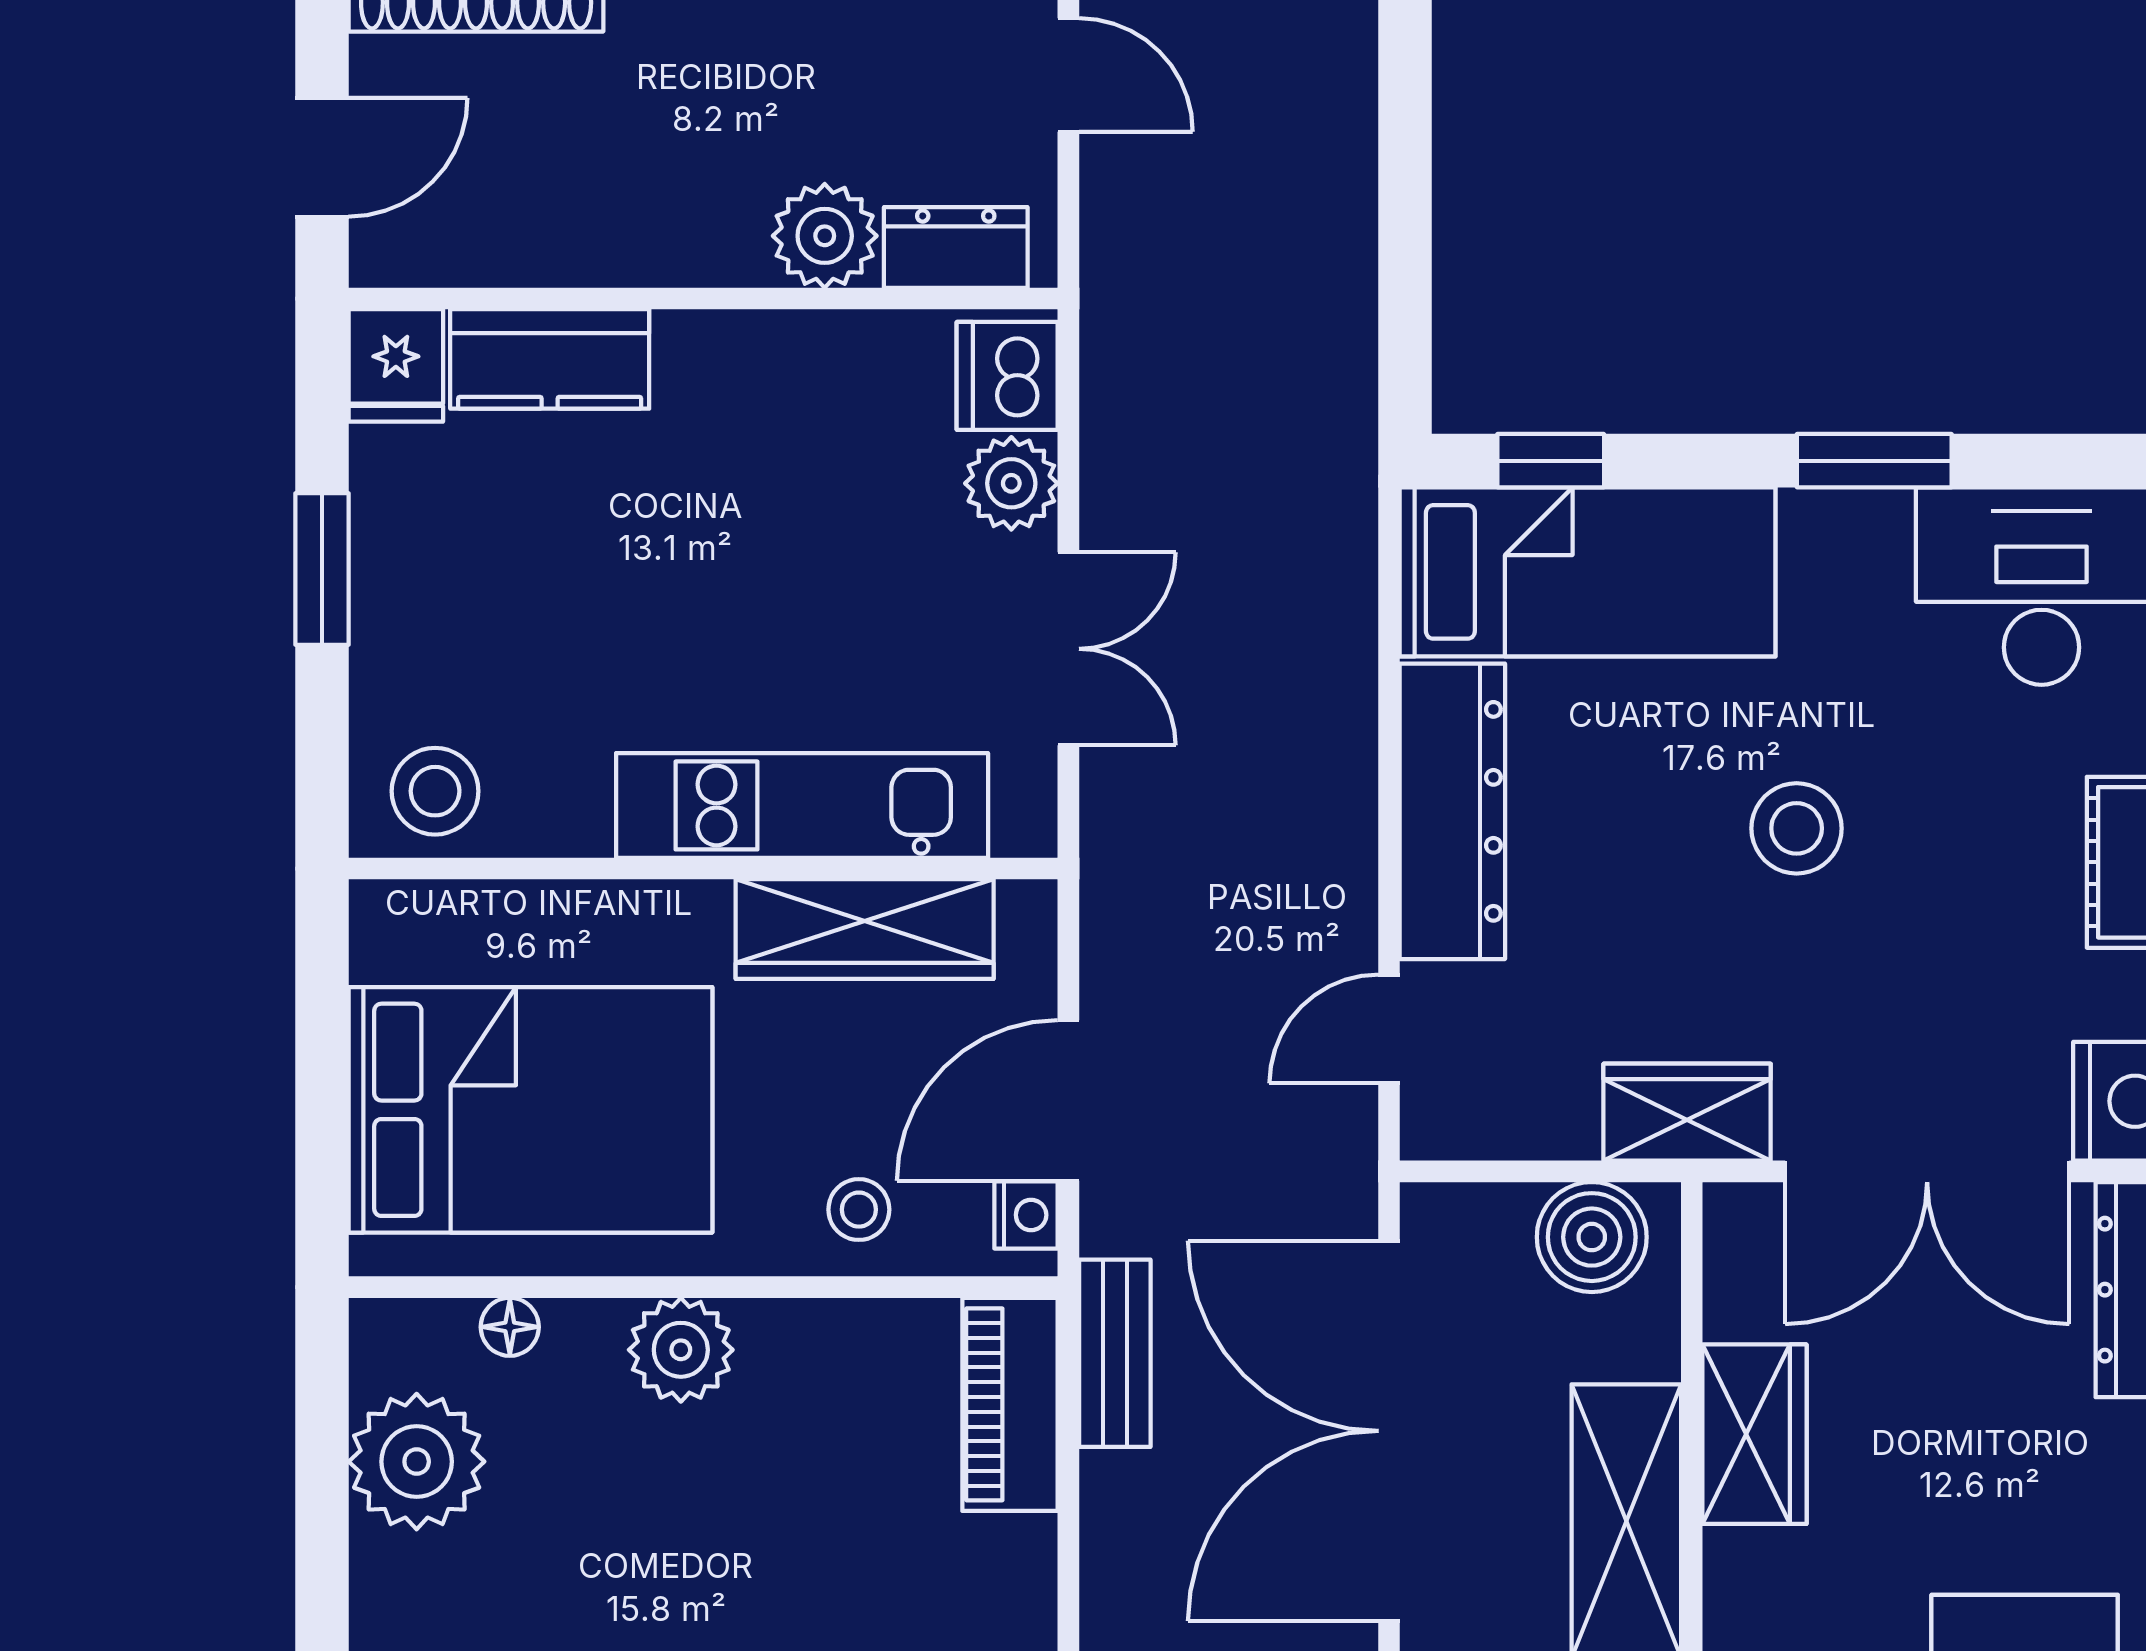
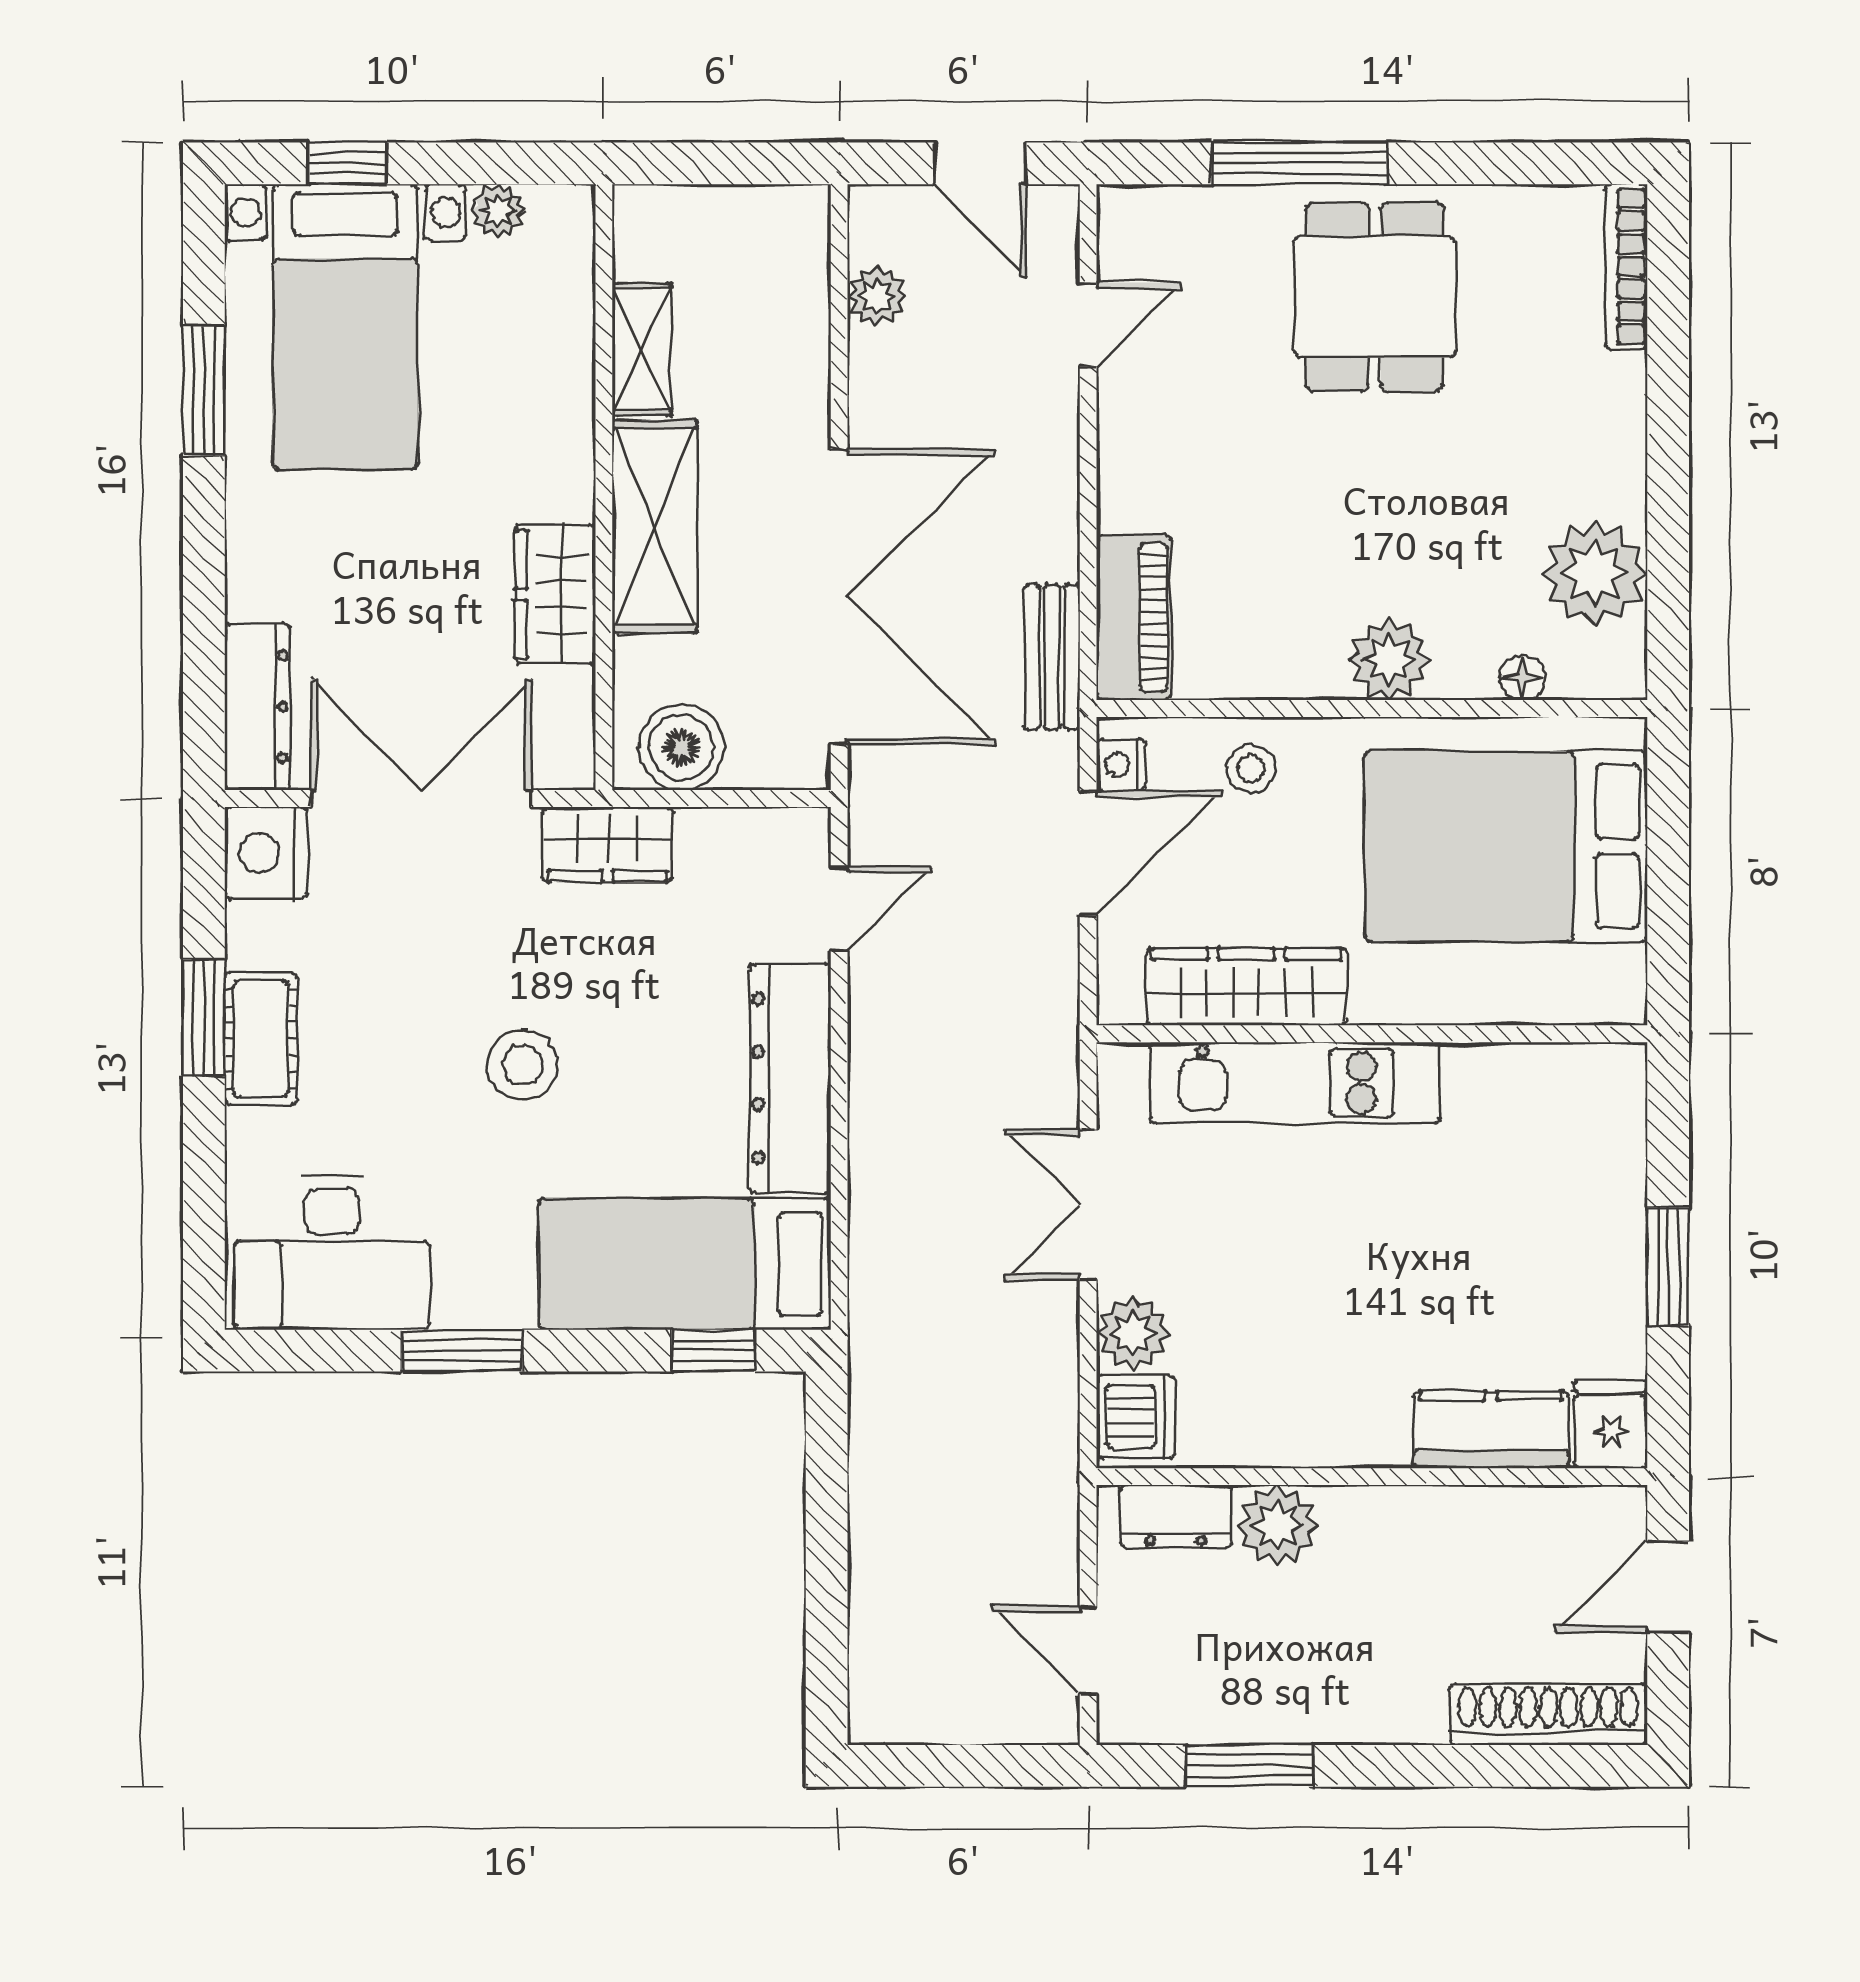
stool: (435, 791) -> (1580, 1094), removed

